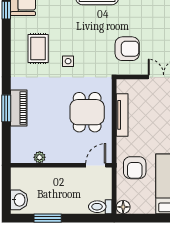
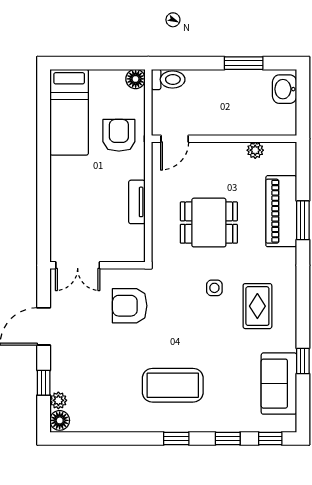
piano: (19, 108) -> (281, 211), width x1.37, depth x1.33
dining table: (87, 112) -> (209, 223), moved, turned 90
tv unit: (122, 115) -> (137, 202), width x0.71

